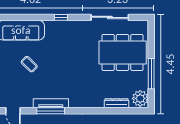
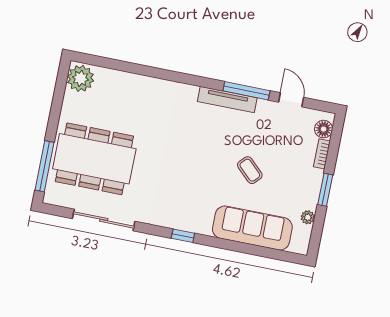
window: (151, 74) -> (45, 166), moved
dresser: (117, 103) -> (121, 78), removed
window: (51, 111) -> (246, 91), moved

